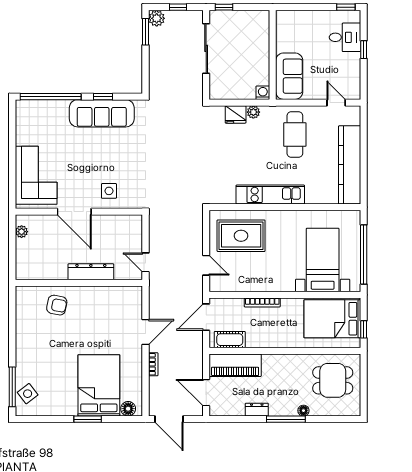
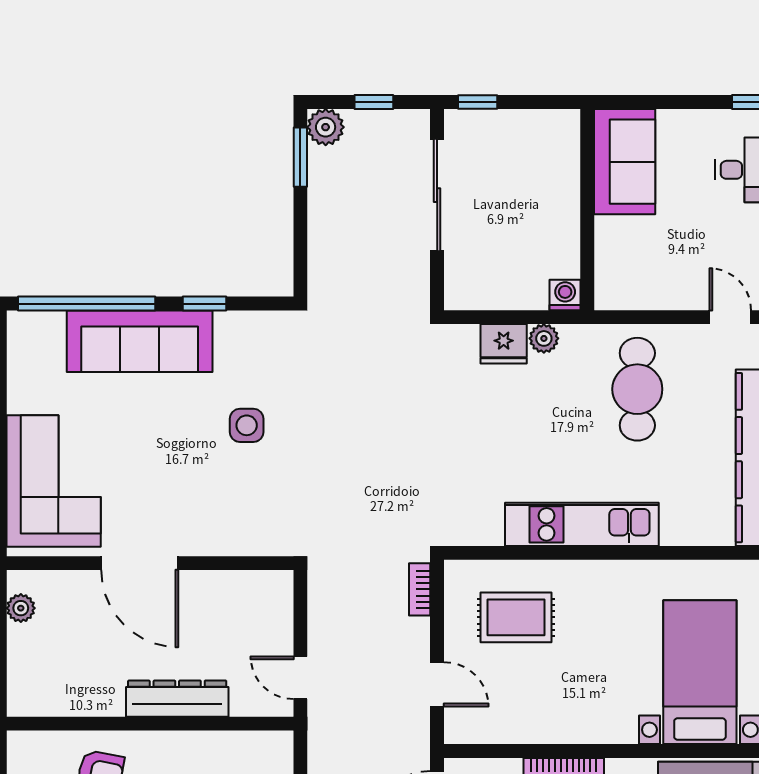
sofa: (289, 76) -> (625, 162), moved
sofa: (102, 113) -> (140, 341), moved
side table: (109, 191) -> (247, 425), moved
bookcase: (198, 223) -> (420, 589), added
rug: (241, 236) -> (516, 617), width x0.73, depth x0.70

